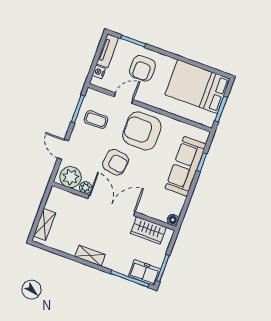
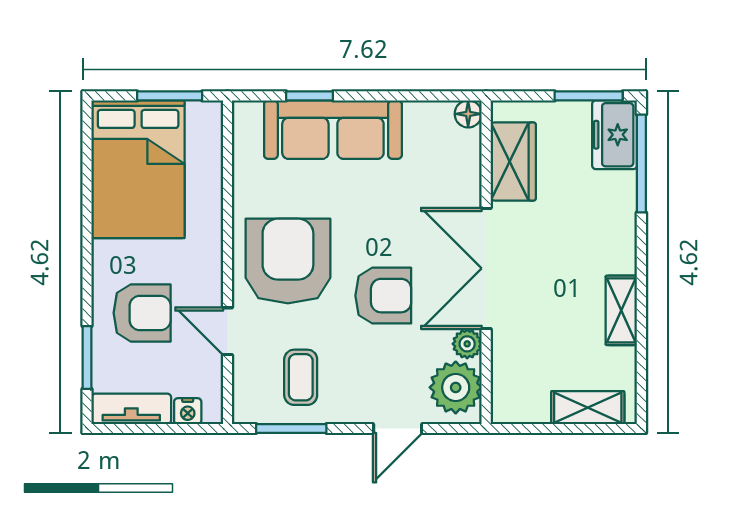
armchair: (142, 131) -> (288, 261), turned 180
armchair: (116, 162) -> (383, 296), turned 81
shelving: (90, 256) -> (621, 310), moved

